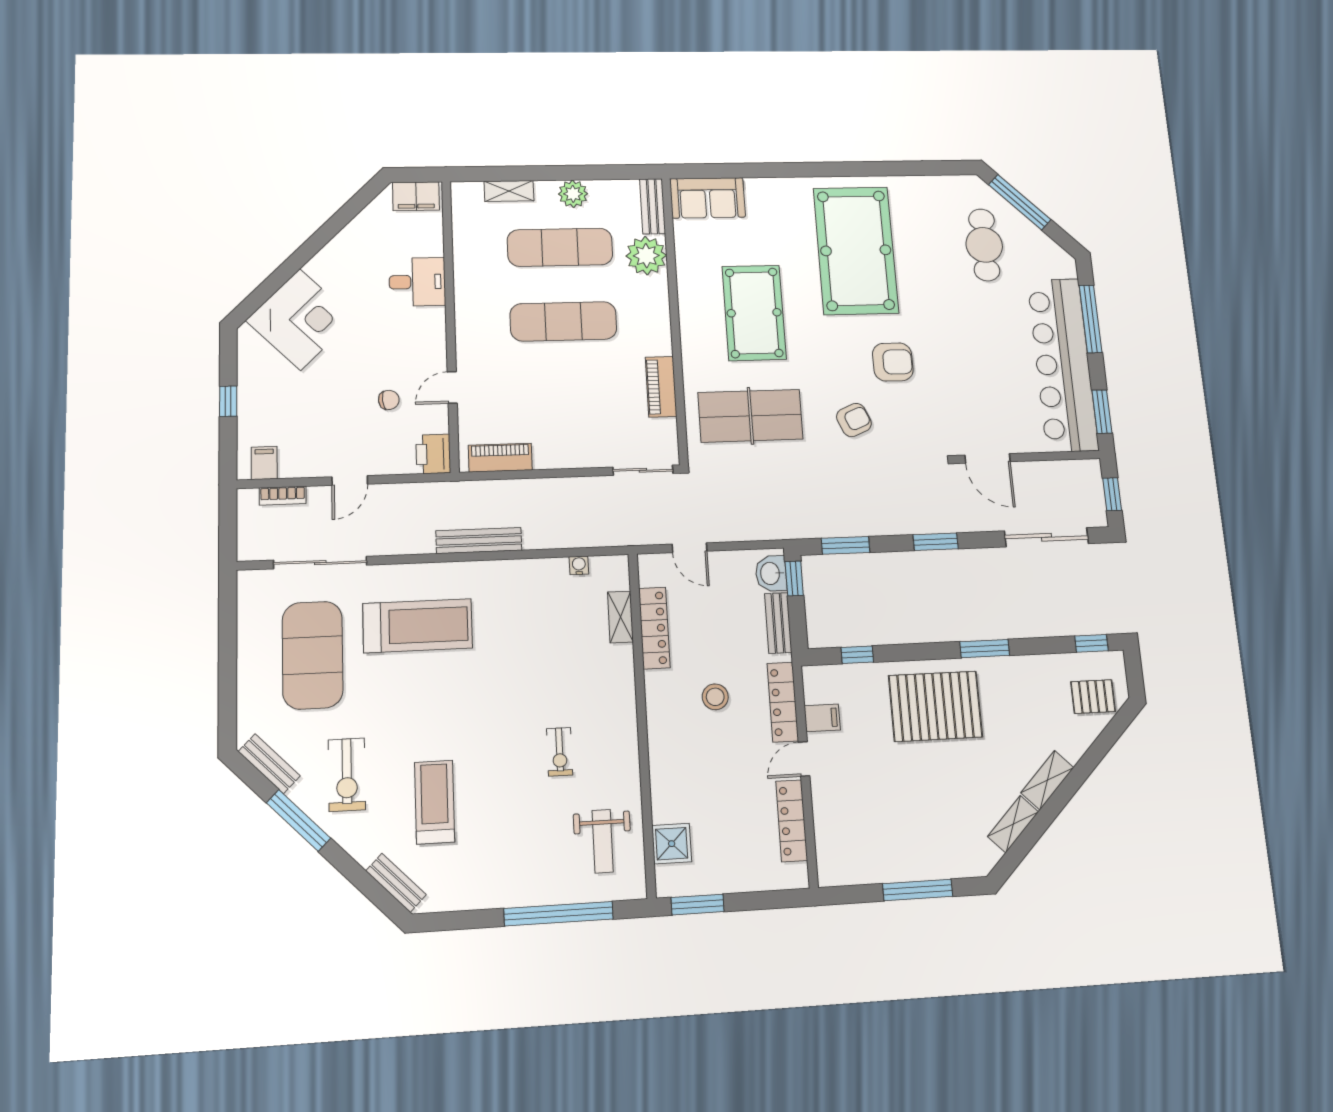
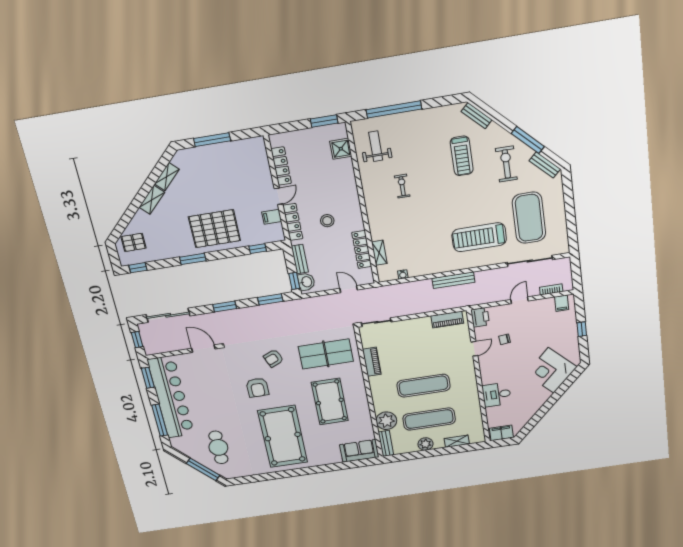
armchair: (893, 362) -> (257, 388), turned -90

